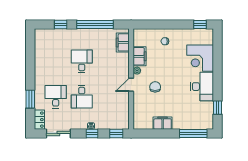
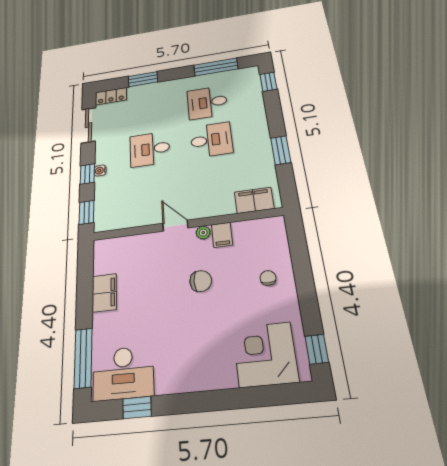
window: (61, 24) -> (268, 82), moved
window: (95, 24) -> (281, 150), width x0.47
window: (30, 54) -> (216, 67), added
filing cabinet: (140, 56) -> (222, 235), width x0.50
corner desk: (200, 58) -> (265, 354), moved
chair: (155, 87) -> (201, 281), moved
desk: (202, 87) -> (123, 373), moved
desk: (56, 97) -> (207, 102), moved, turned 180

